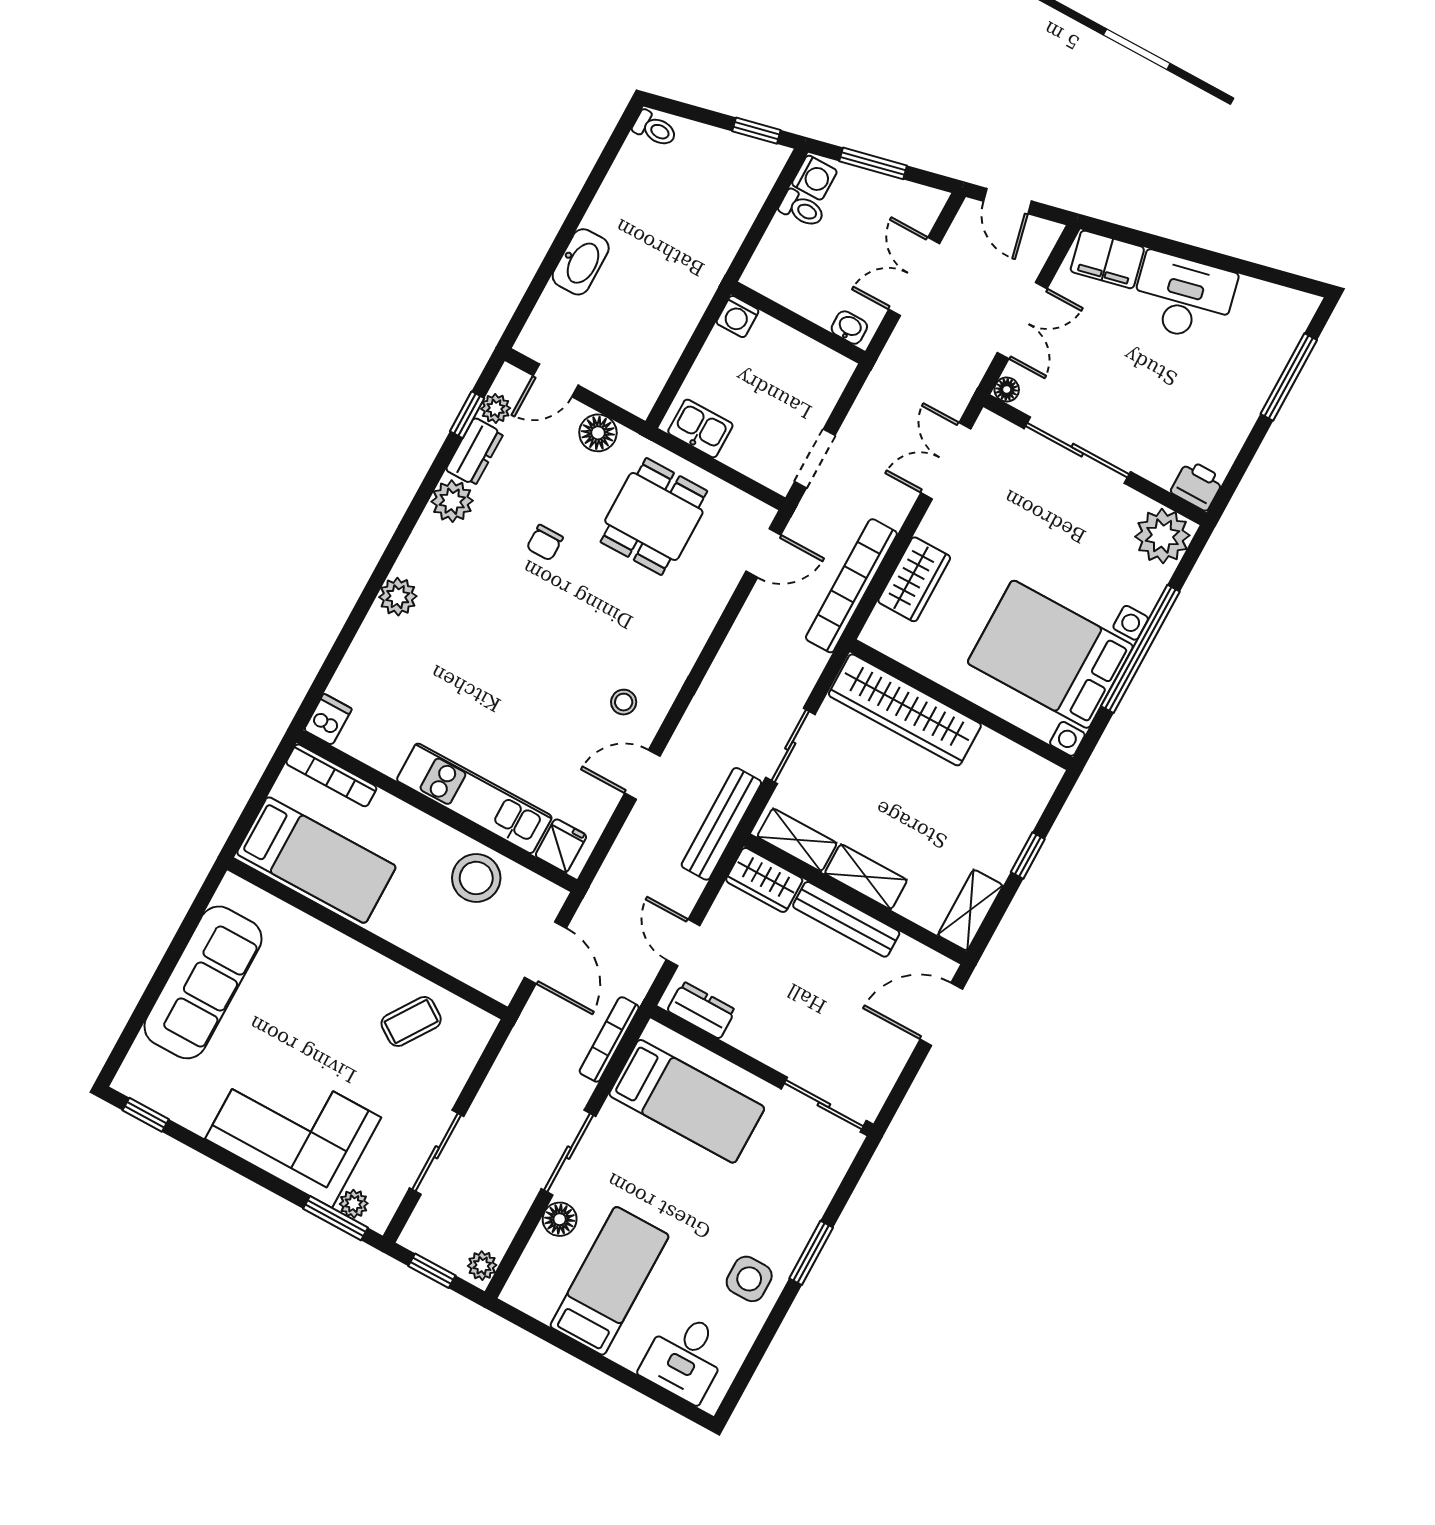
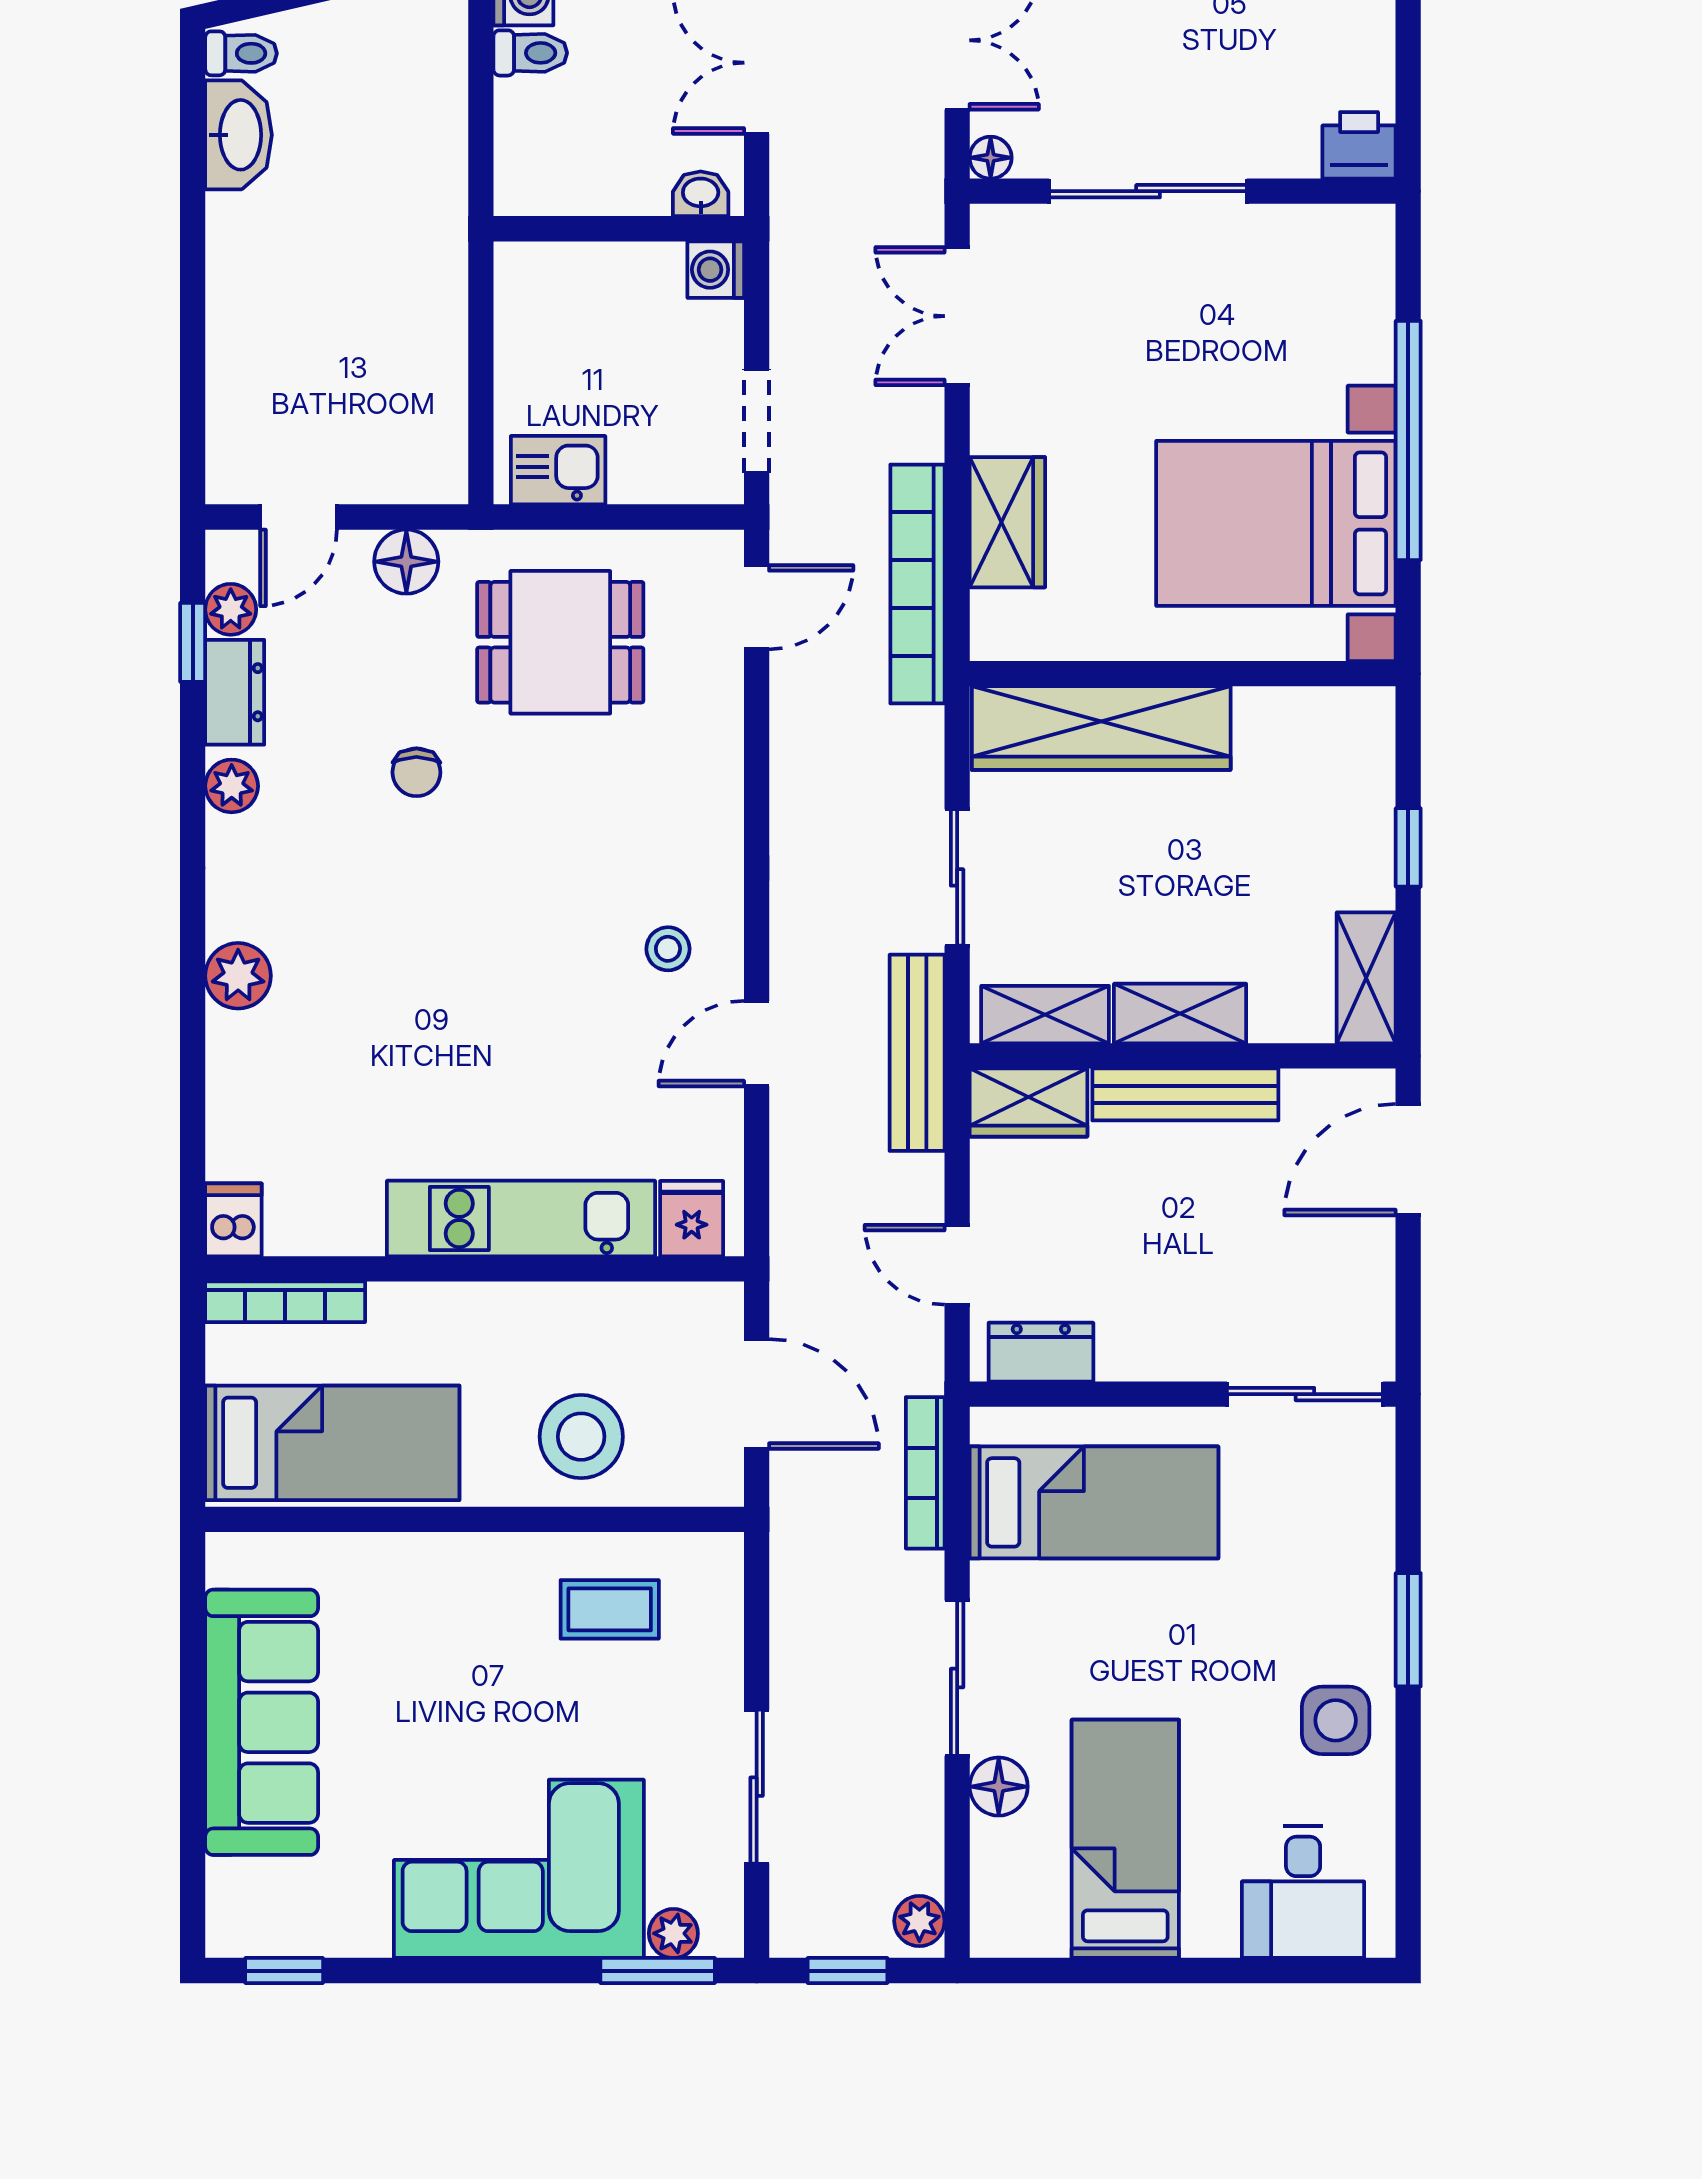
washbasin: (581, 262) -> (239, 135), moved
washing machine: (738, 317) -> (716, 270), moved, turned 90
plant: (452, 501) -> (232, 786), width x0.73, depth x0.73
dining table: (654, 516) -> (560, 642), turned 90
plant: (1162, 536) -> (1348, 251), removed
stool: (476, 878) -> (581, 1437), moved
coffee table: (411, 1021) -> (610, 1609), turned 56

